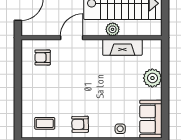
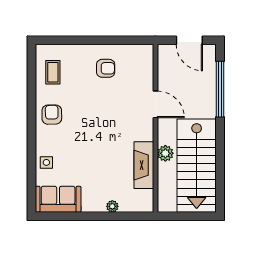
armchair: (43, 57) -> (106, 68), moved, turned 90
plant: (152, 78) -> (112, 206), width x0.53, depth x0.53

